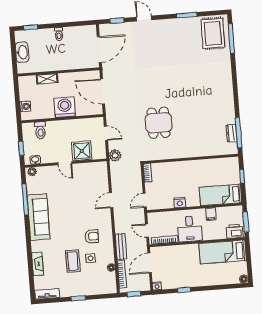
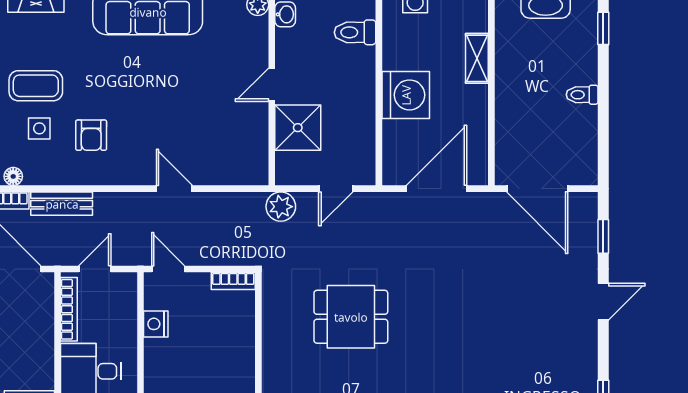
nightstand: (180, 203) -> (156, 324), moved

